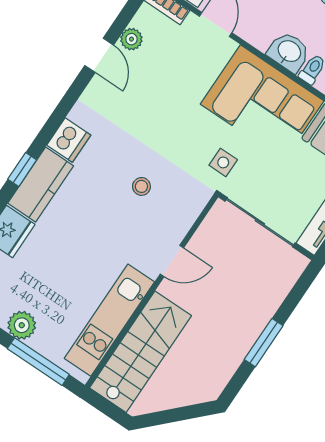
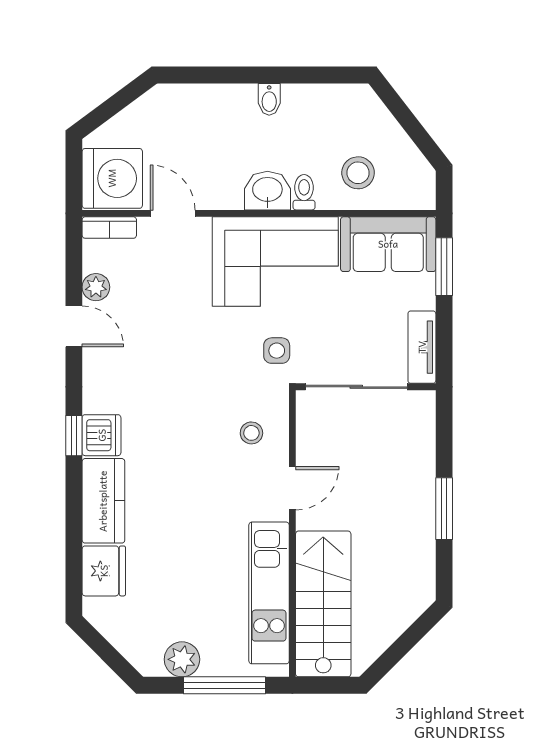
window: (22, 169) -> (74, 436), moved
stool: (141, 186) -> (251, 433), moved

